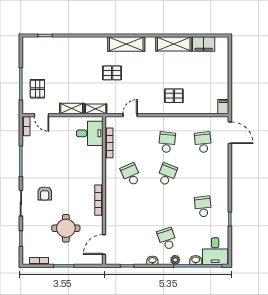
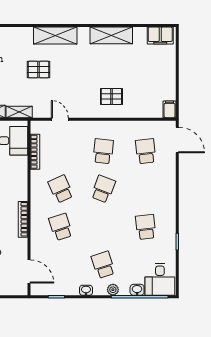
filing cabinet: (204, 44) -> (160, 36), moved
door: (130, 115) -> (60, 119), hinge flipped
school desk: (131, 207) -> (61, 227), added
door: (104, 244) -> (29, 272), swing flipped

